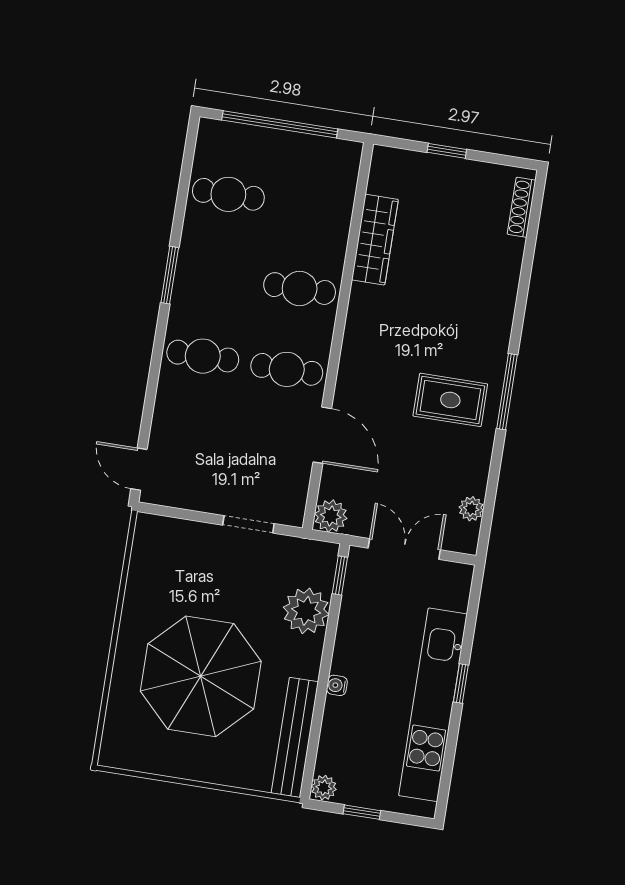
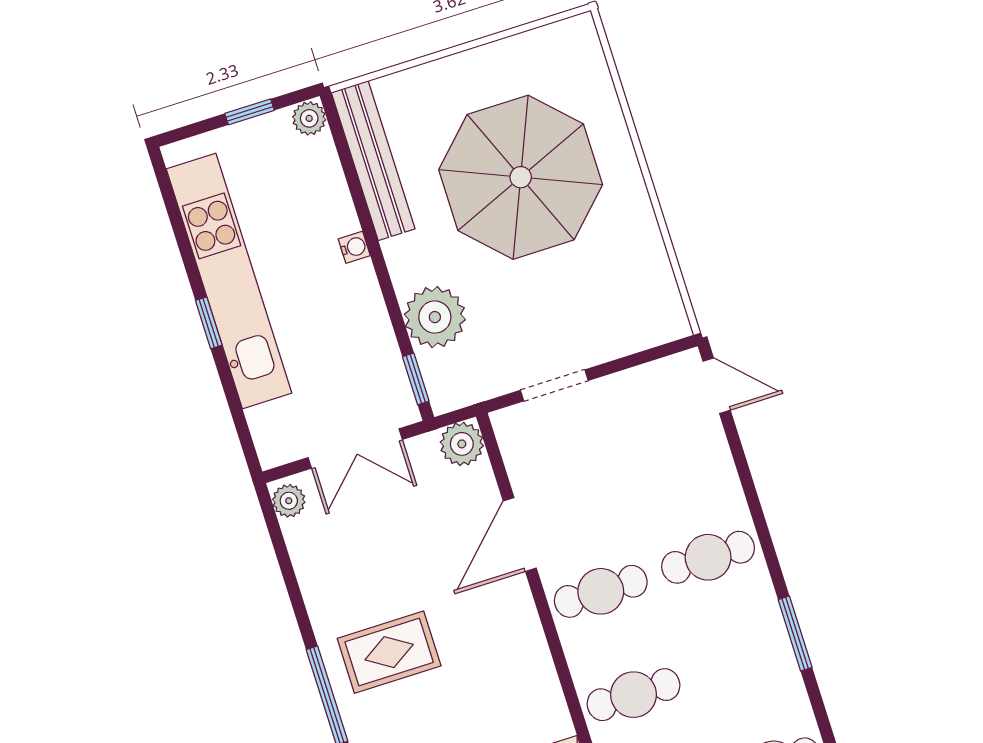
door: (322, 435) -> (520, 534), hinge flipped
plant: (471, 509) -> (289, 501), moved

